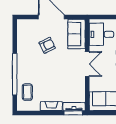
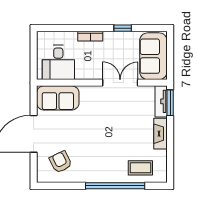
armchair: (47, 45) -> (61, 162), moved
double door: (87, 64) -> (120, 83), moved

